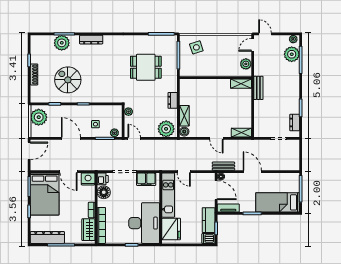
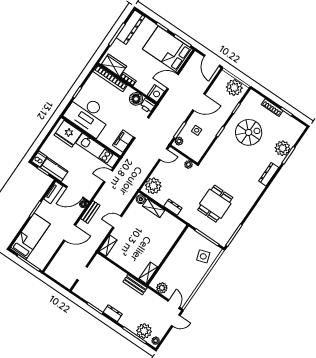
dresser: (295, 122) -> (113, 313), moved

